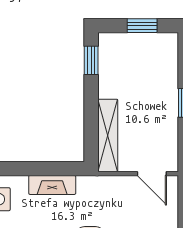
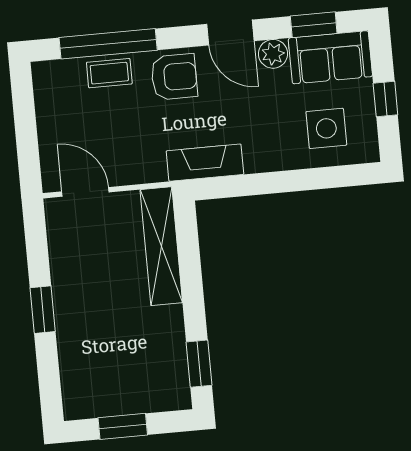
fireplace: (52, 185) -> (205, 163), moved

